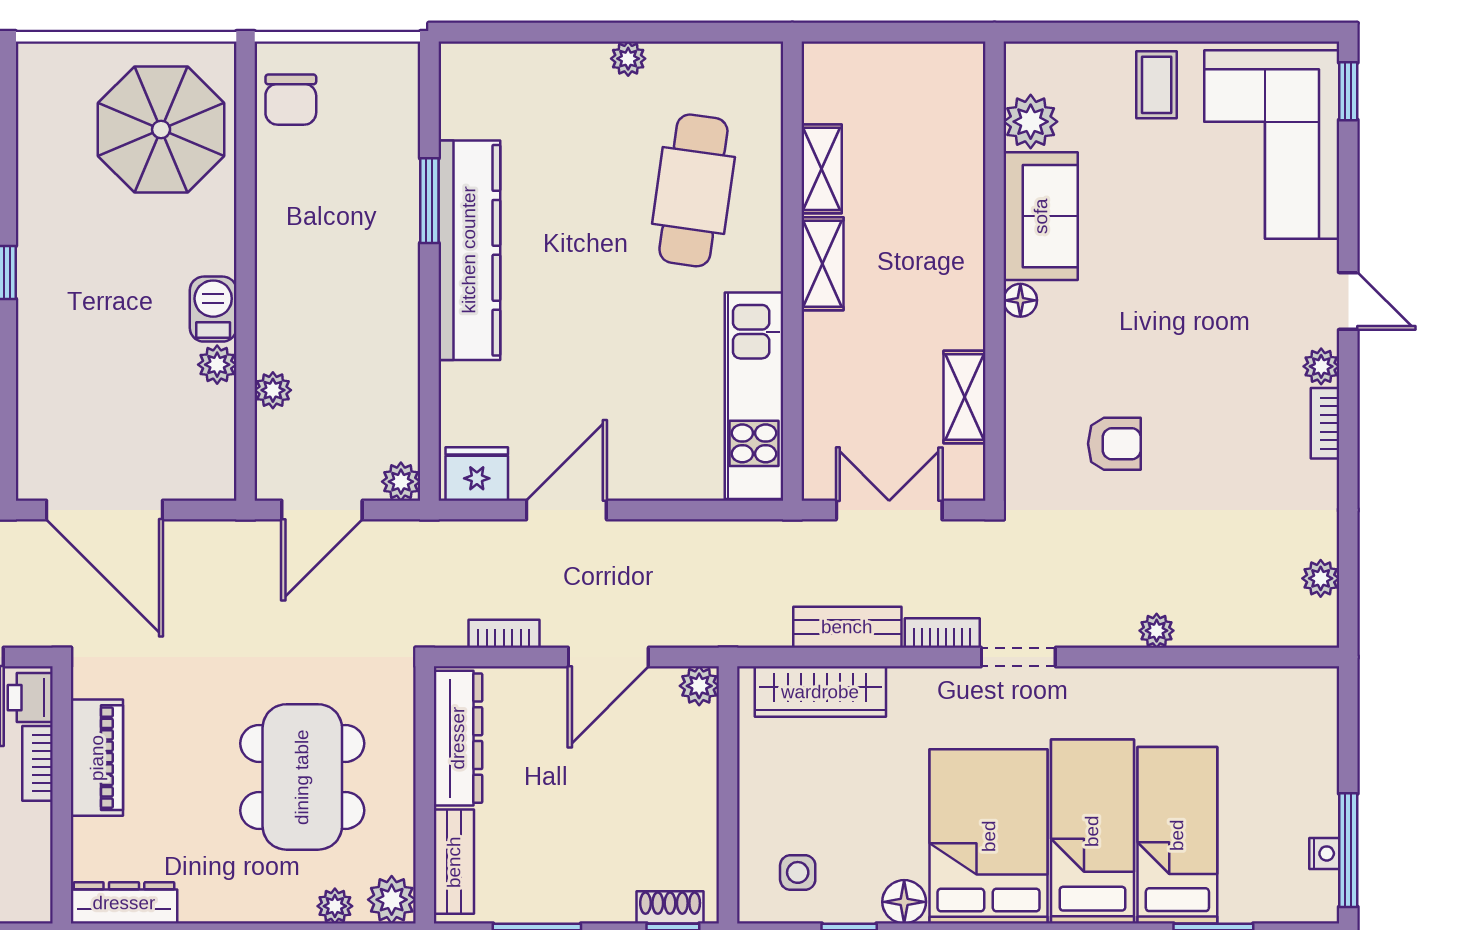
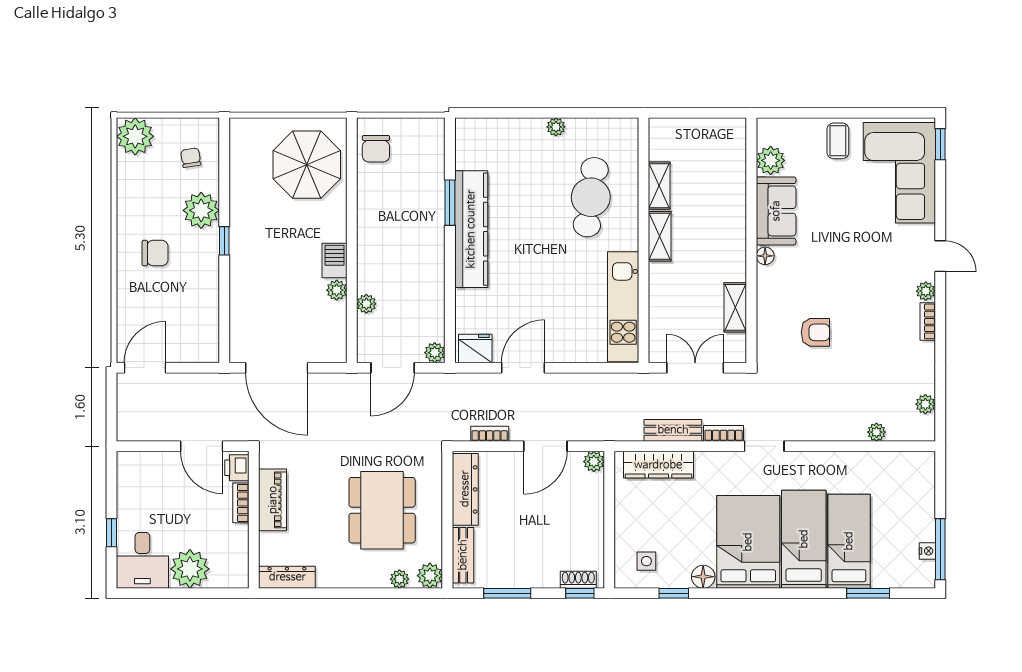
plant: (1157, 631) -> (876, 432), moved

